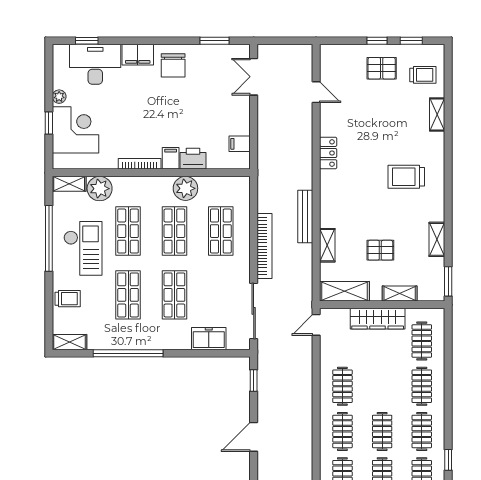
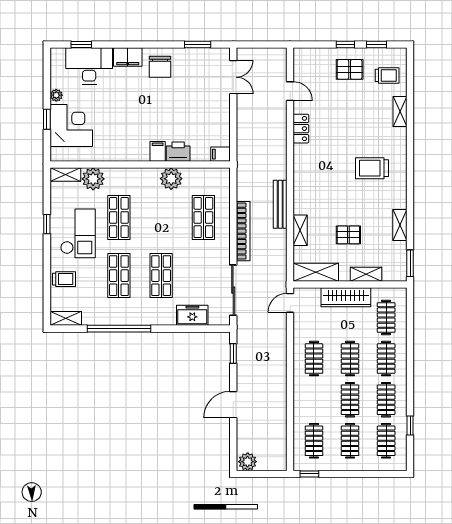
double door: (254, 77) -> (233, 77), swing flipped
filing cabinet: (240, 144) -> (221, 154), moved
locker: (328, 153) -> (301, 129), moved
bookcase: (140, 164) -> (129, 156), removed
shop shelf: (174, 231) -> (161, 217), removed
window: (49, 238) -> (47, 224), width x0.32
clothes rail: (342, 431) -> (350, 359), moved

